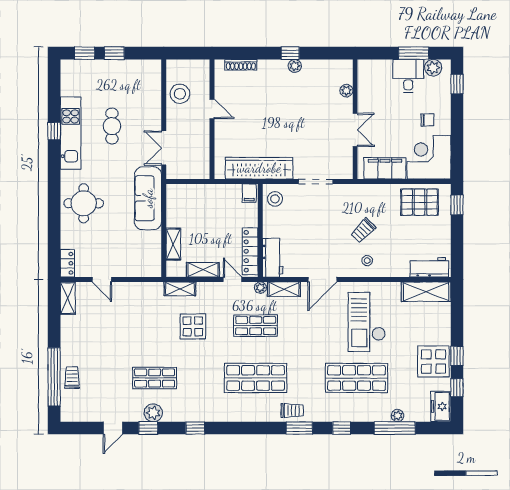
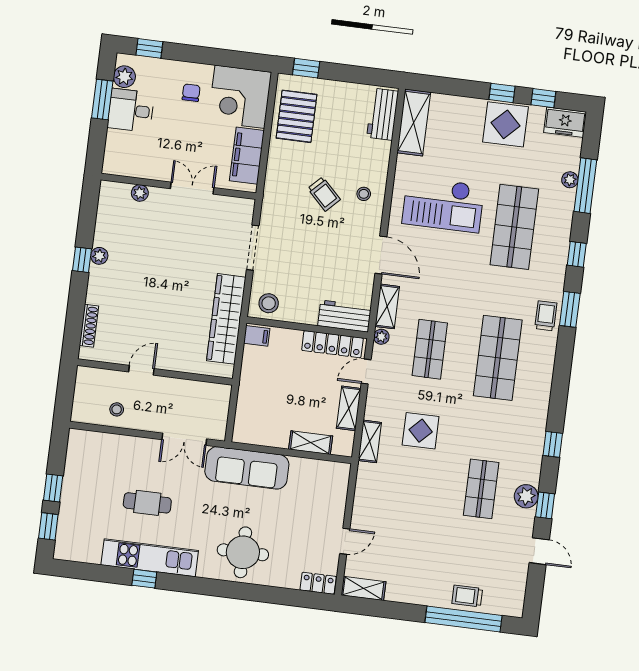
stool: (180, 94) -> (117, 409), width x0.53, depth x0.53

